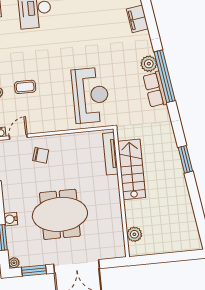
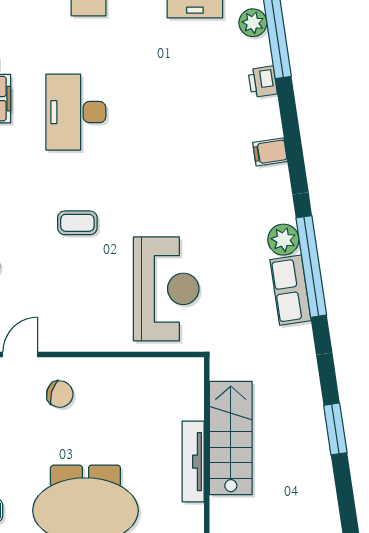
filing cabinet: (137, 19) -> (270, 152), width x0.50
coffee table: (25, 87) -> (77, 223), moved
tv unit: (110, 154) -> (193, 462), moved

